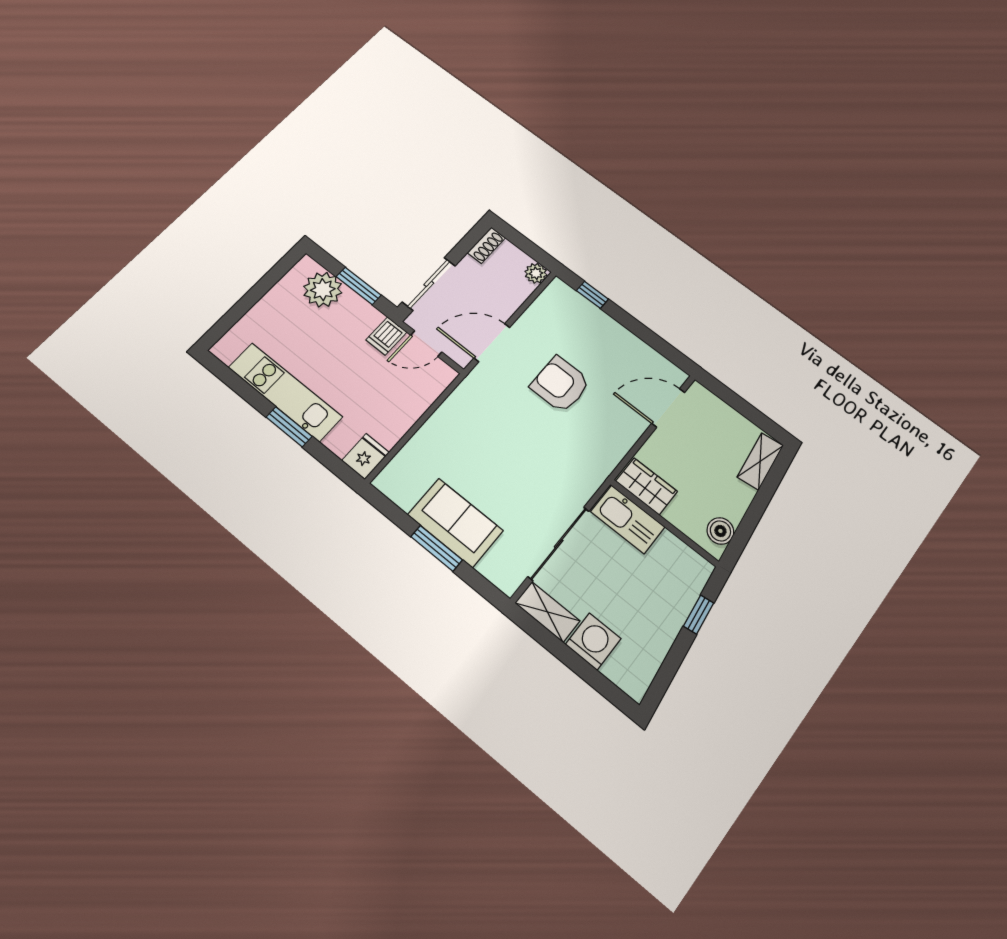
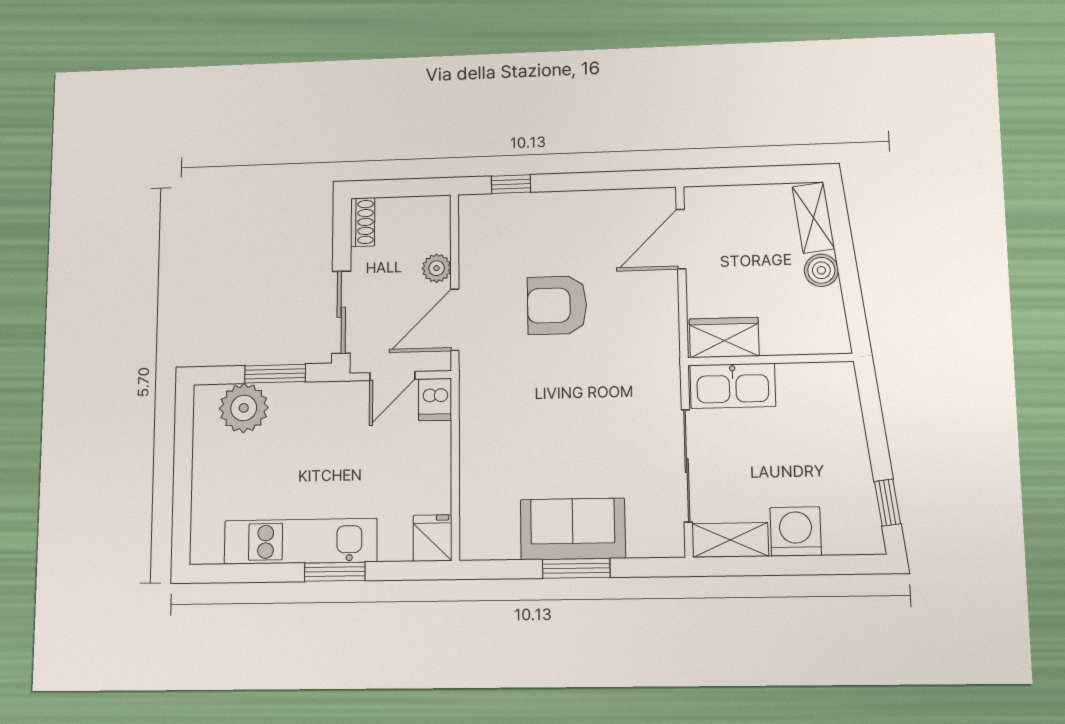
plant: (536, 273) -> (437, 268), moved
dishwasher: (386, 336) -> (435, 400), moved
boiler: (720, 531) -> (821, 270), moved
window: (699, 615) -> (888, 503), moved

